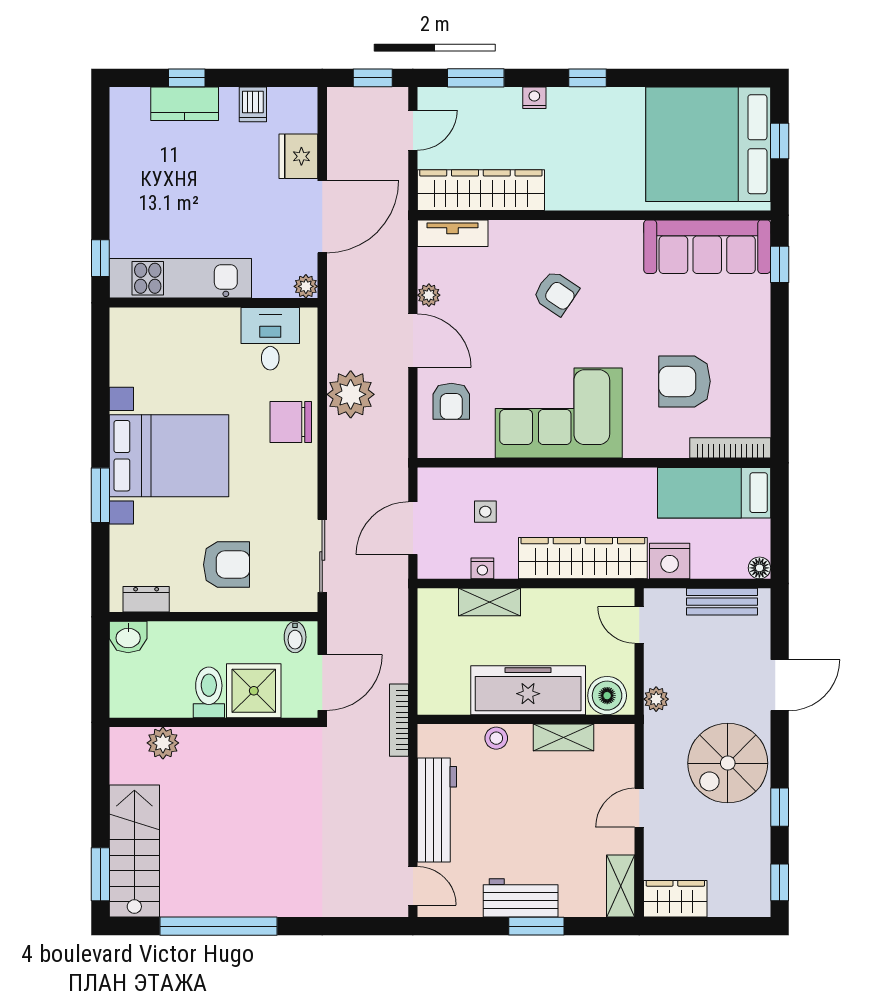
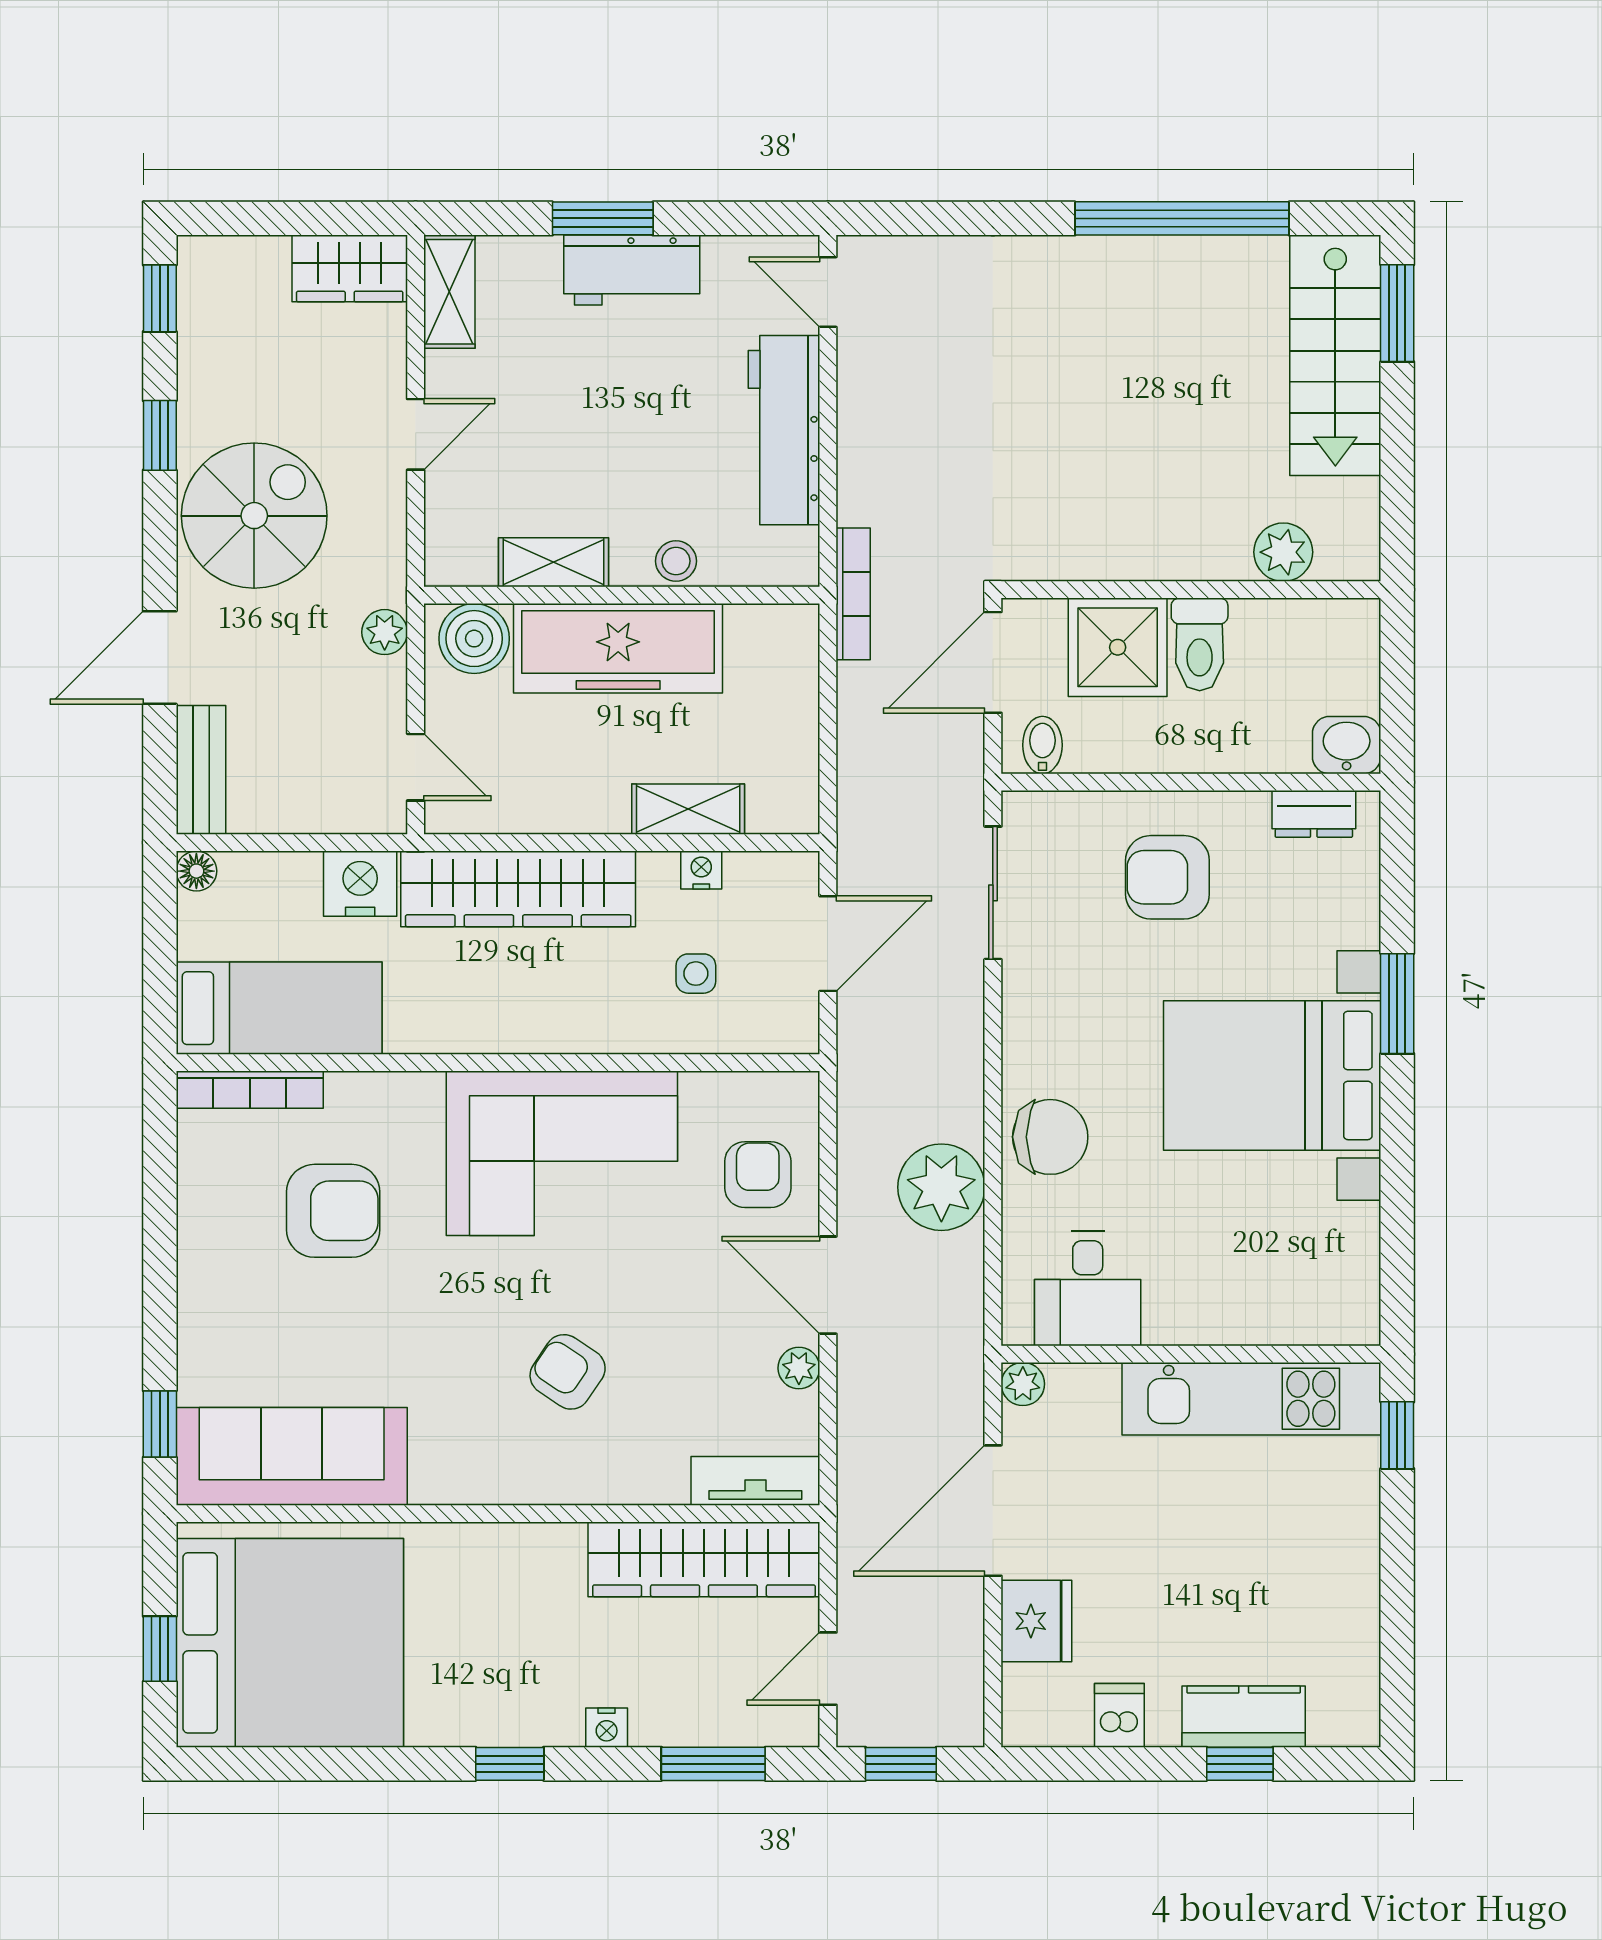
bench: (722, 602) -> (201, 770), moved, turned 90

